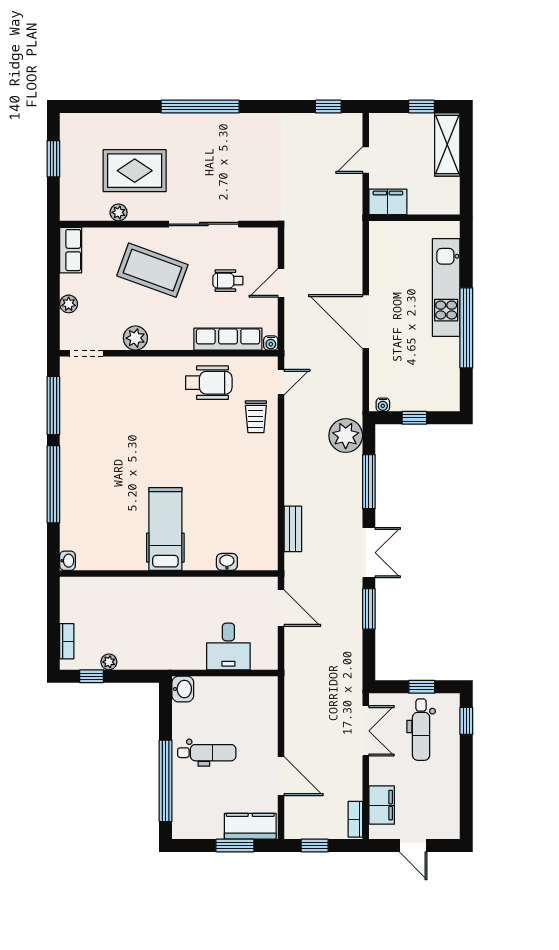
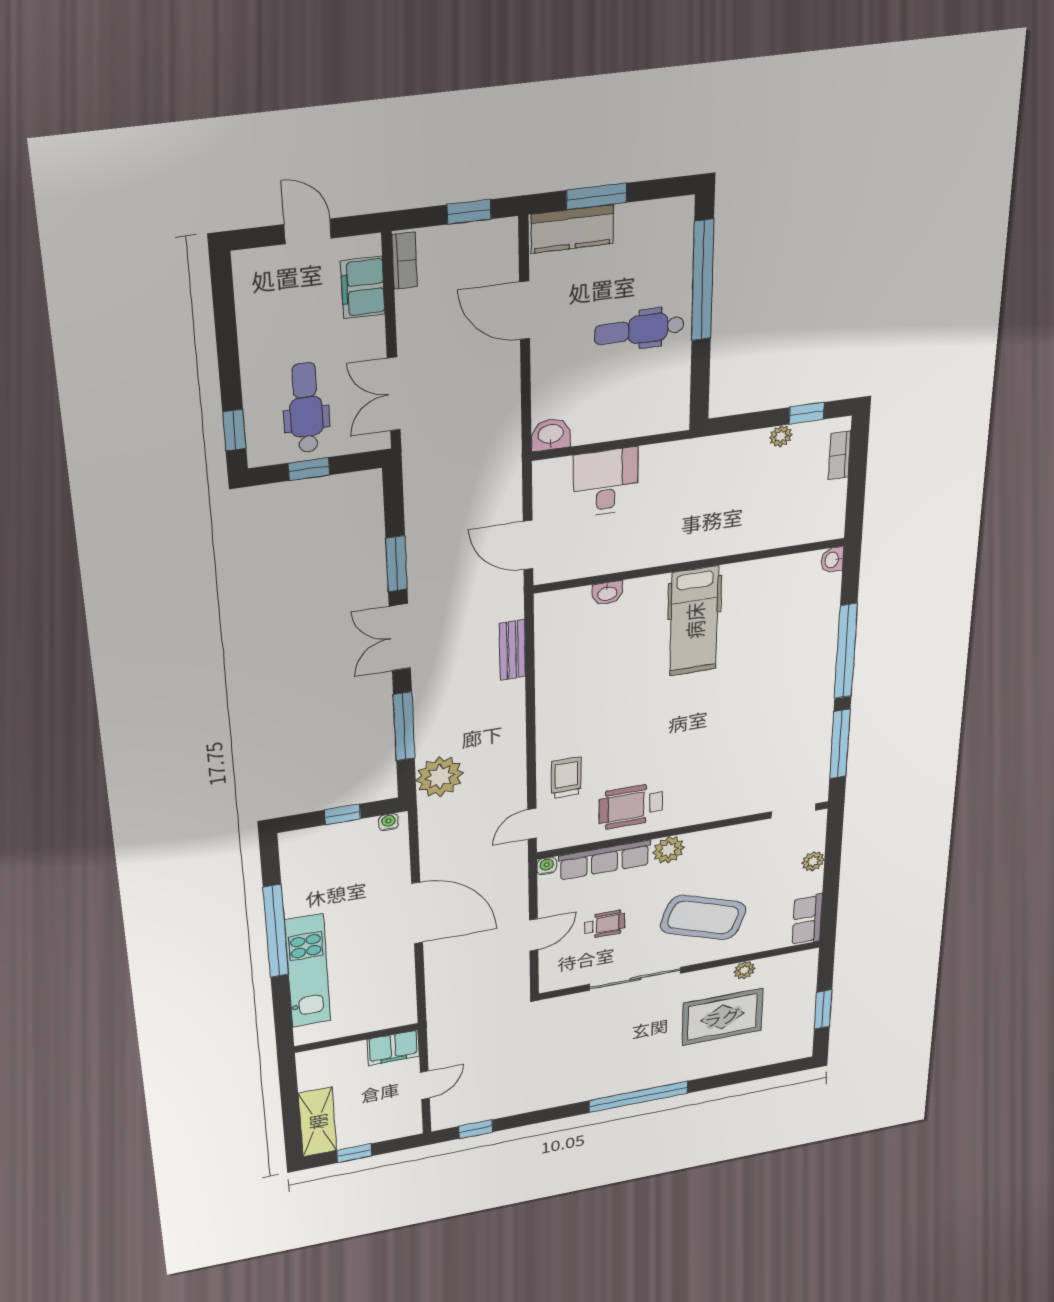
plant: (135, 338) -> (669, 850), moved
washbasin: (183, 689) -> (551, 435), moved, turned 90

